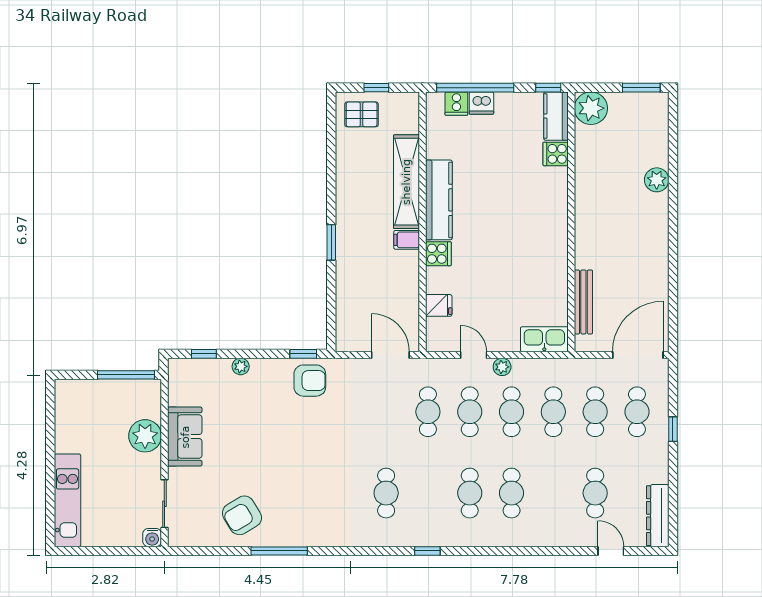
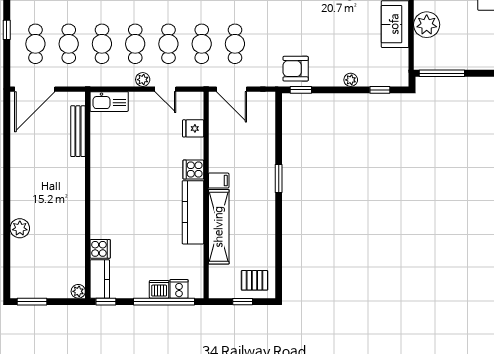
plant: (591, 108) -> (78, 291), width x0.53, depth x0.53
cafe table: (386, 412) -> (235, 44), added

